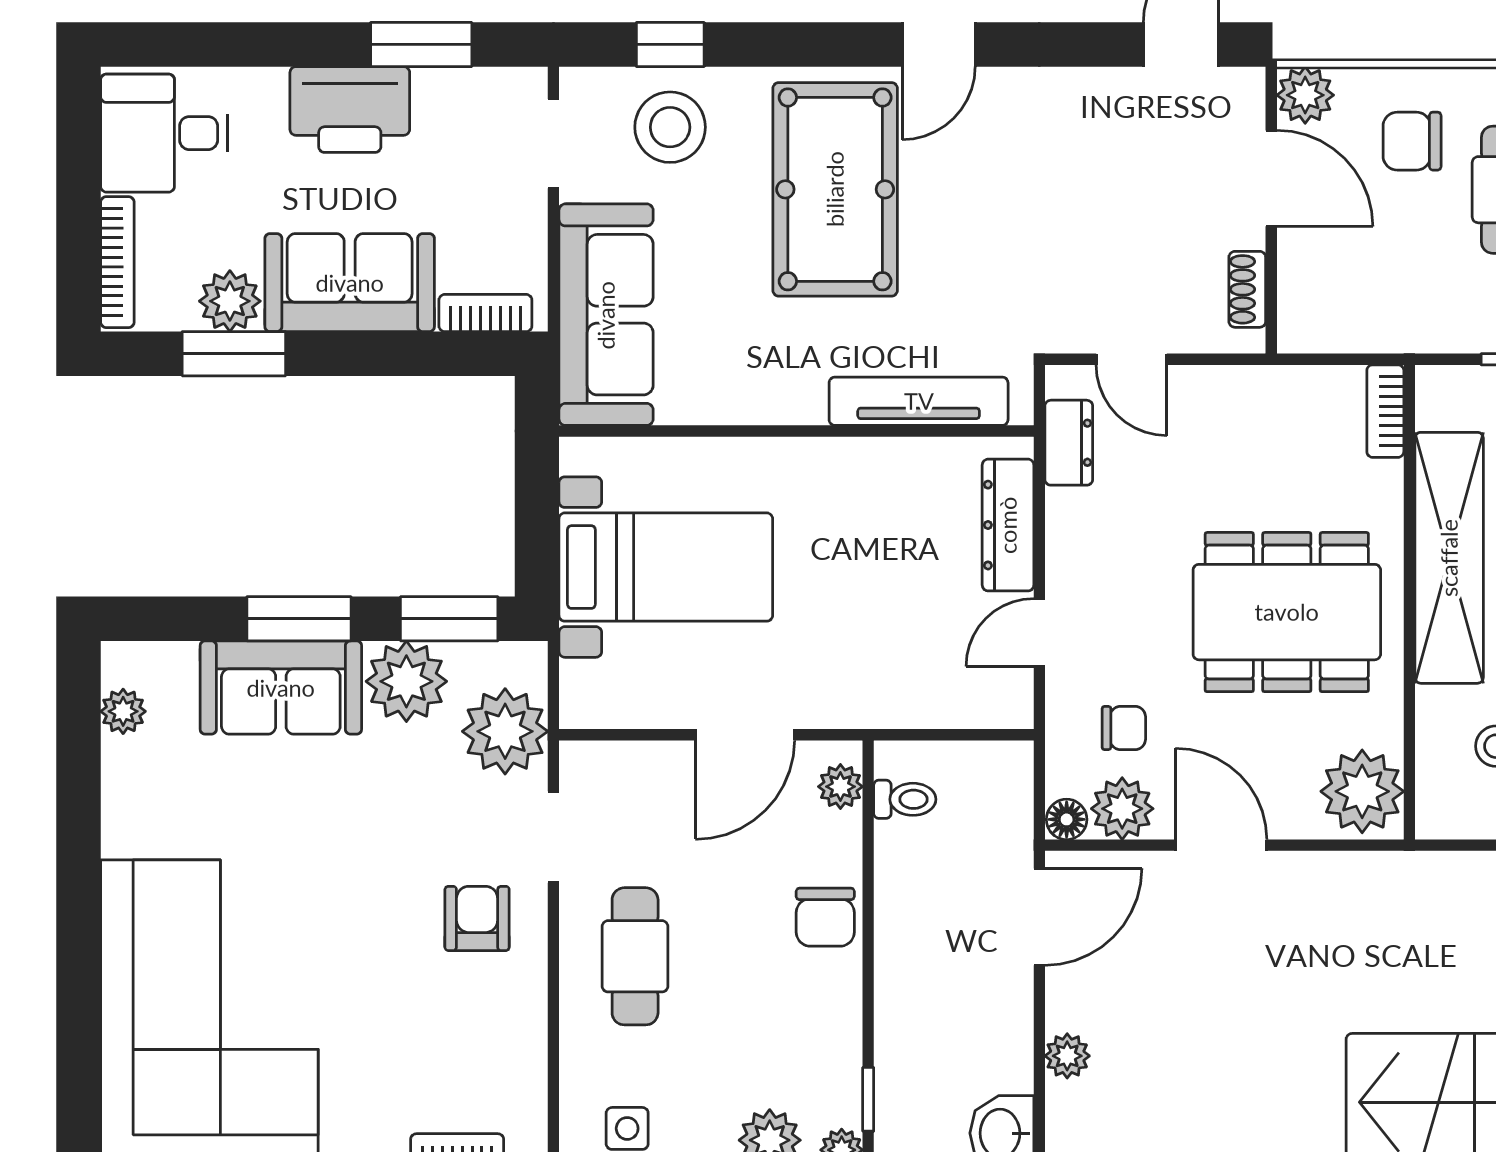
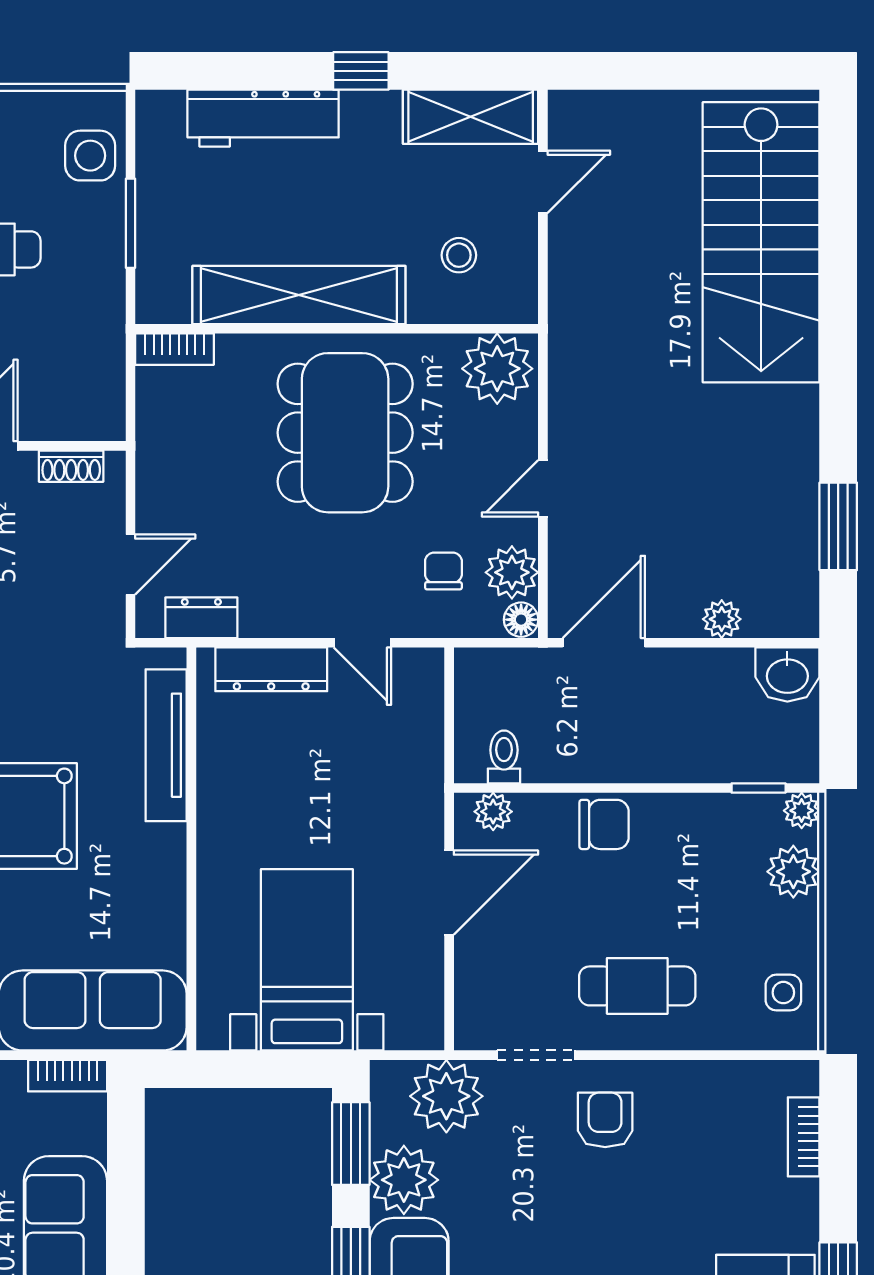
bookcase: (485, 313) -> (68, 1076), moved, turned -90
door: (745, 735) -> (449, 893), hinge flipped
door: (1221, 845) -> (543, 488), width x0.73
door: (1039, 917) -> (604, 643), hinge flipped
armchair: (477, 918) -> (605, 1120), turned 90

